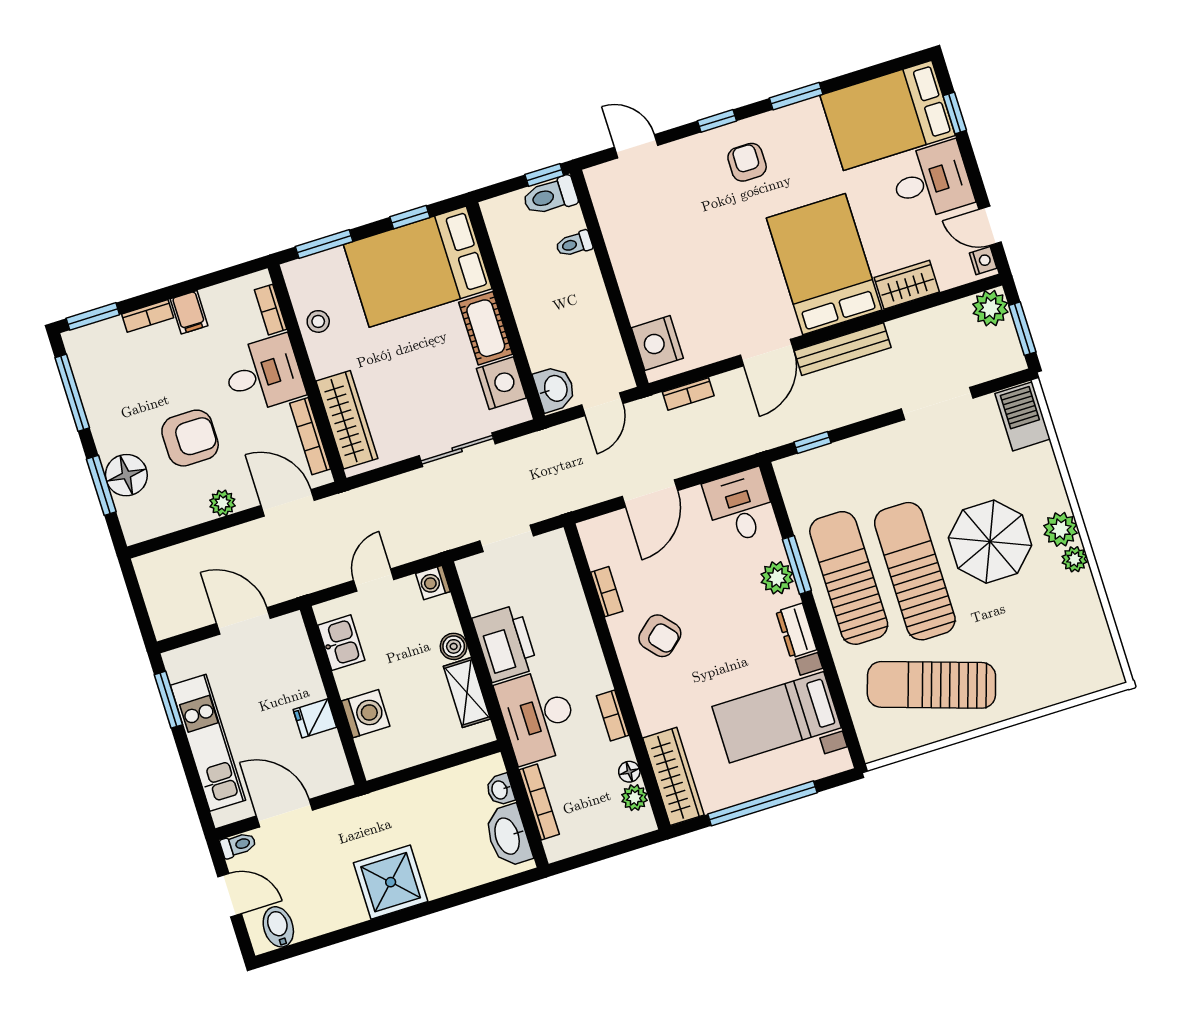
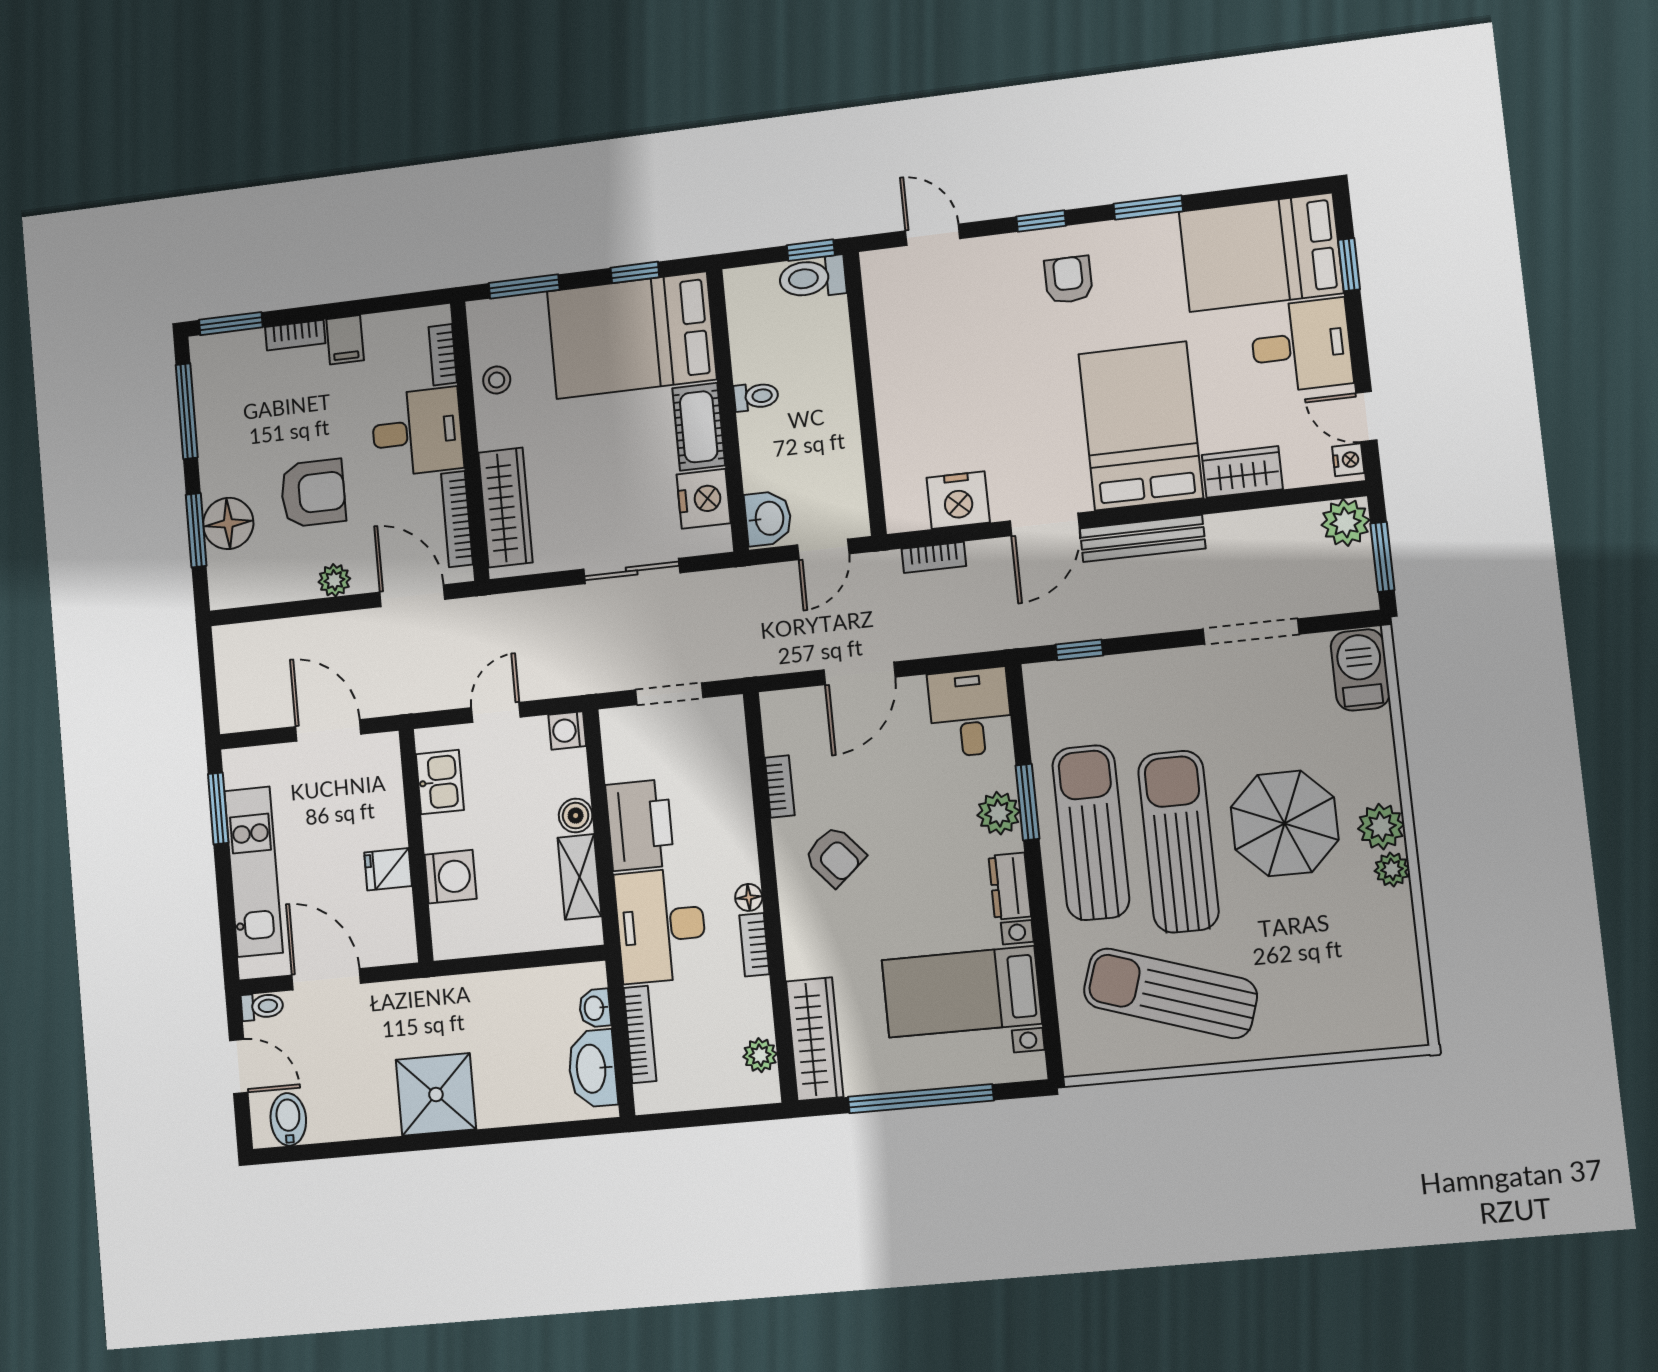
toilet: (574, 244) -> (756, 396), moved, turned 180
nightstand: (657, 343) -> (958, 500), moved, turned -90
floor lamp: (629, 772) -> (749, 897), moved

